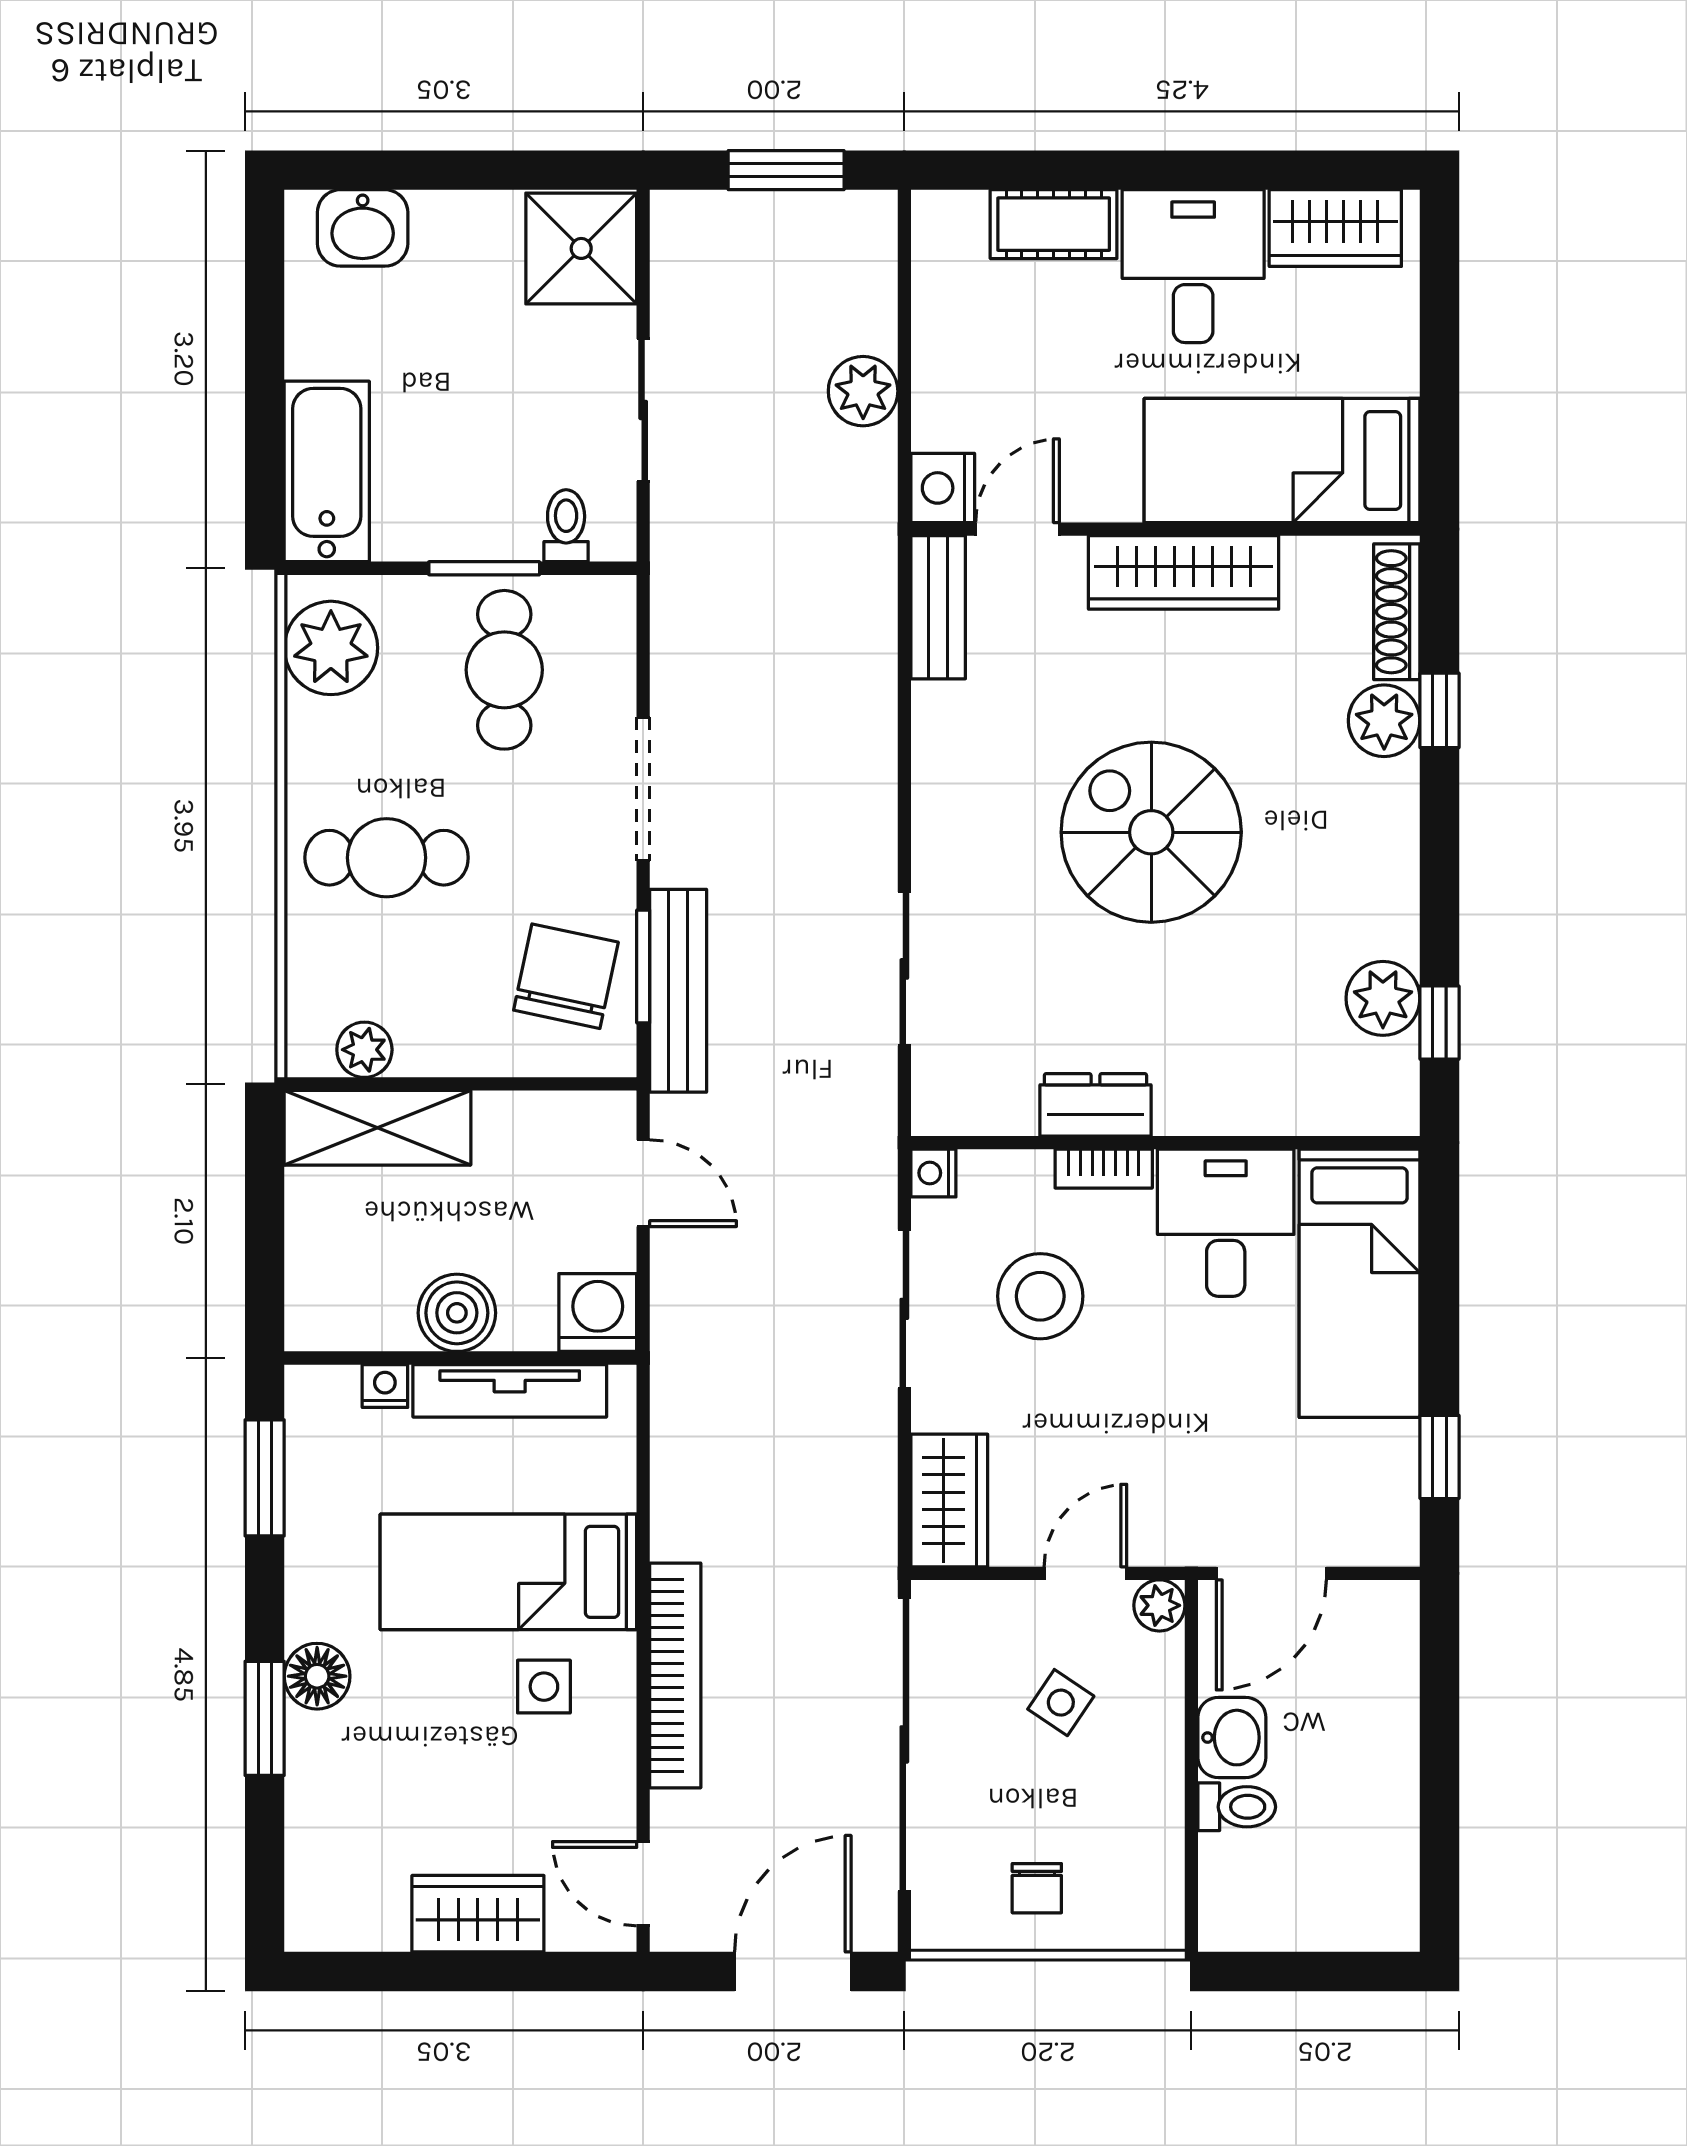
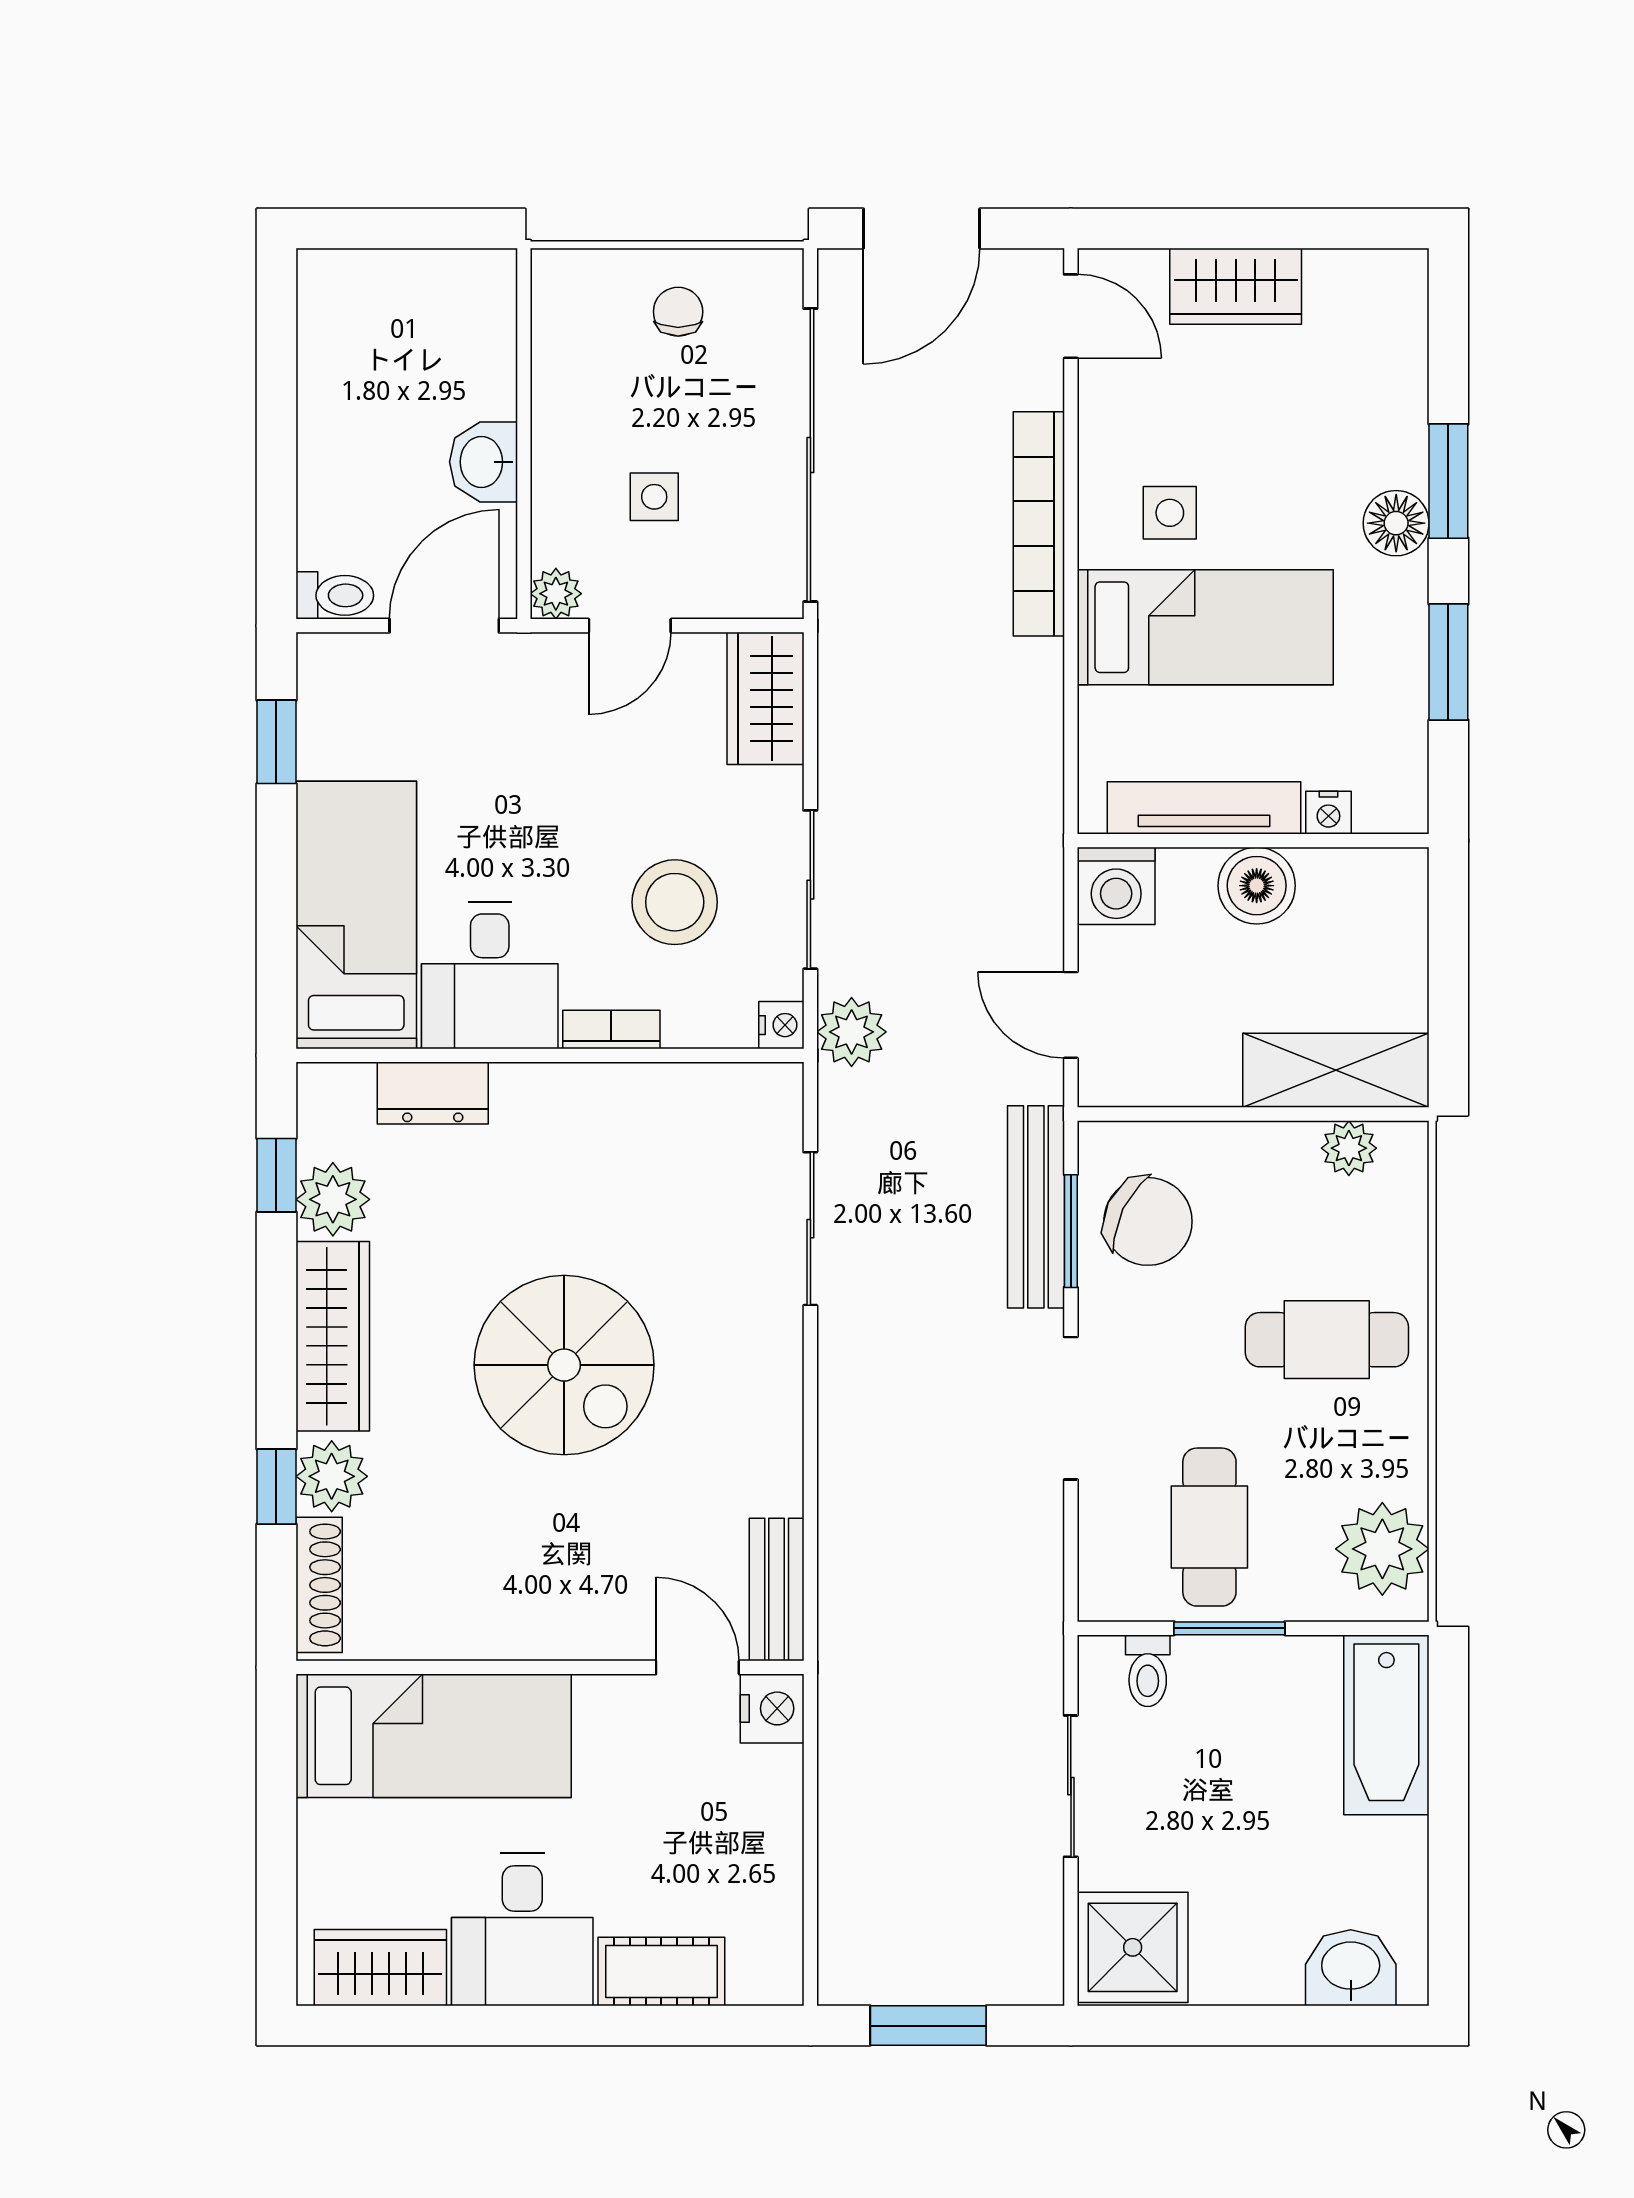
plant: (863, 391) -> (852, 1032), moved
door: (1017, 529) -> (697, 1667), swing flipped
wardrobe: (1184, 572) -> (333, 1336), moved, turned 90
chair: (566, 976) -> (1148, 1221), turned -76
dresser: (1095, 1105) -> (433, 1093), moved
window: (265, 1478) -> (1448, 662), moved
side table: (1061, 1703) -> (654, 497), turned -34
toilet: (1237, 1807) -> (335, 595), moved, turned 180

